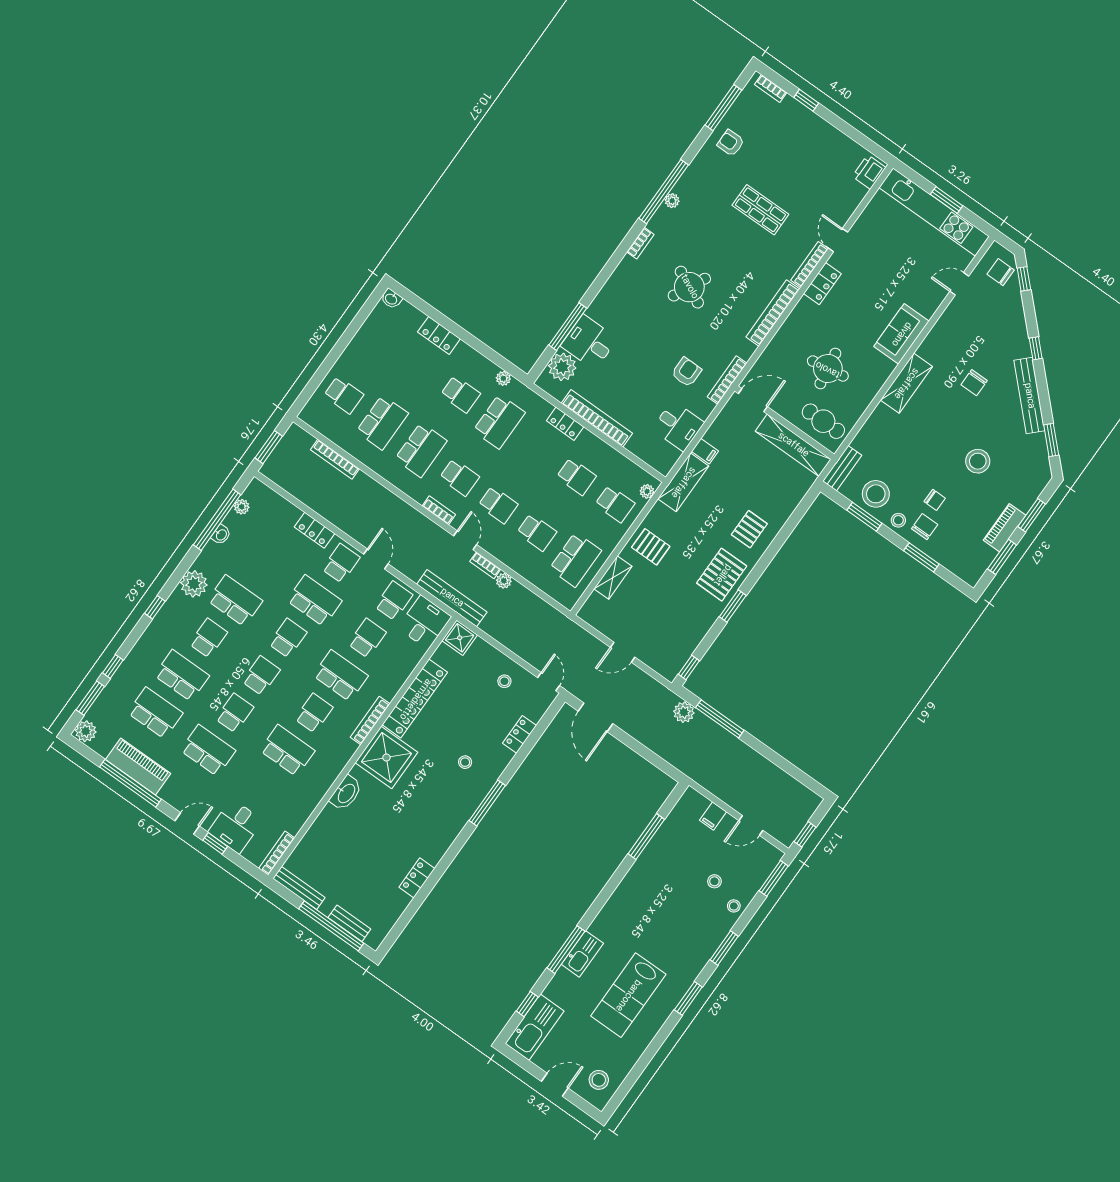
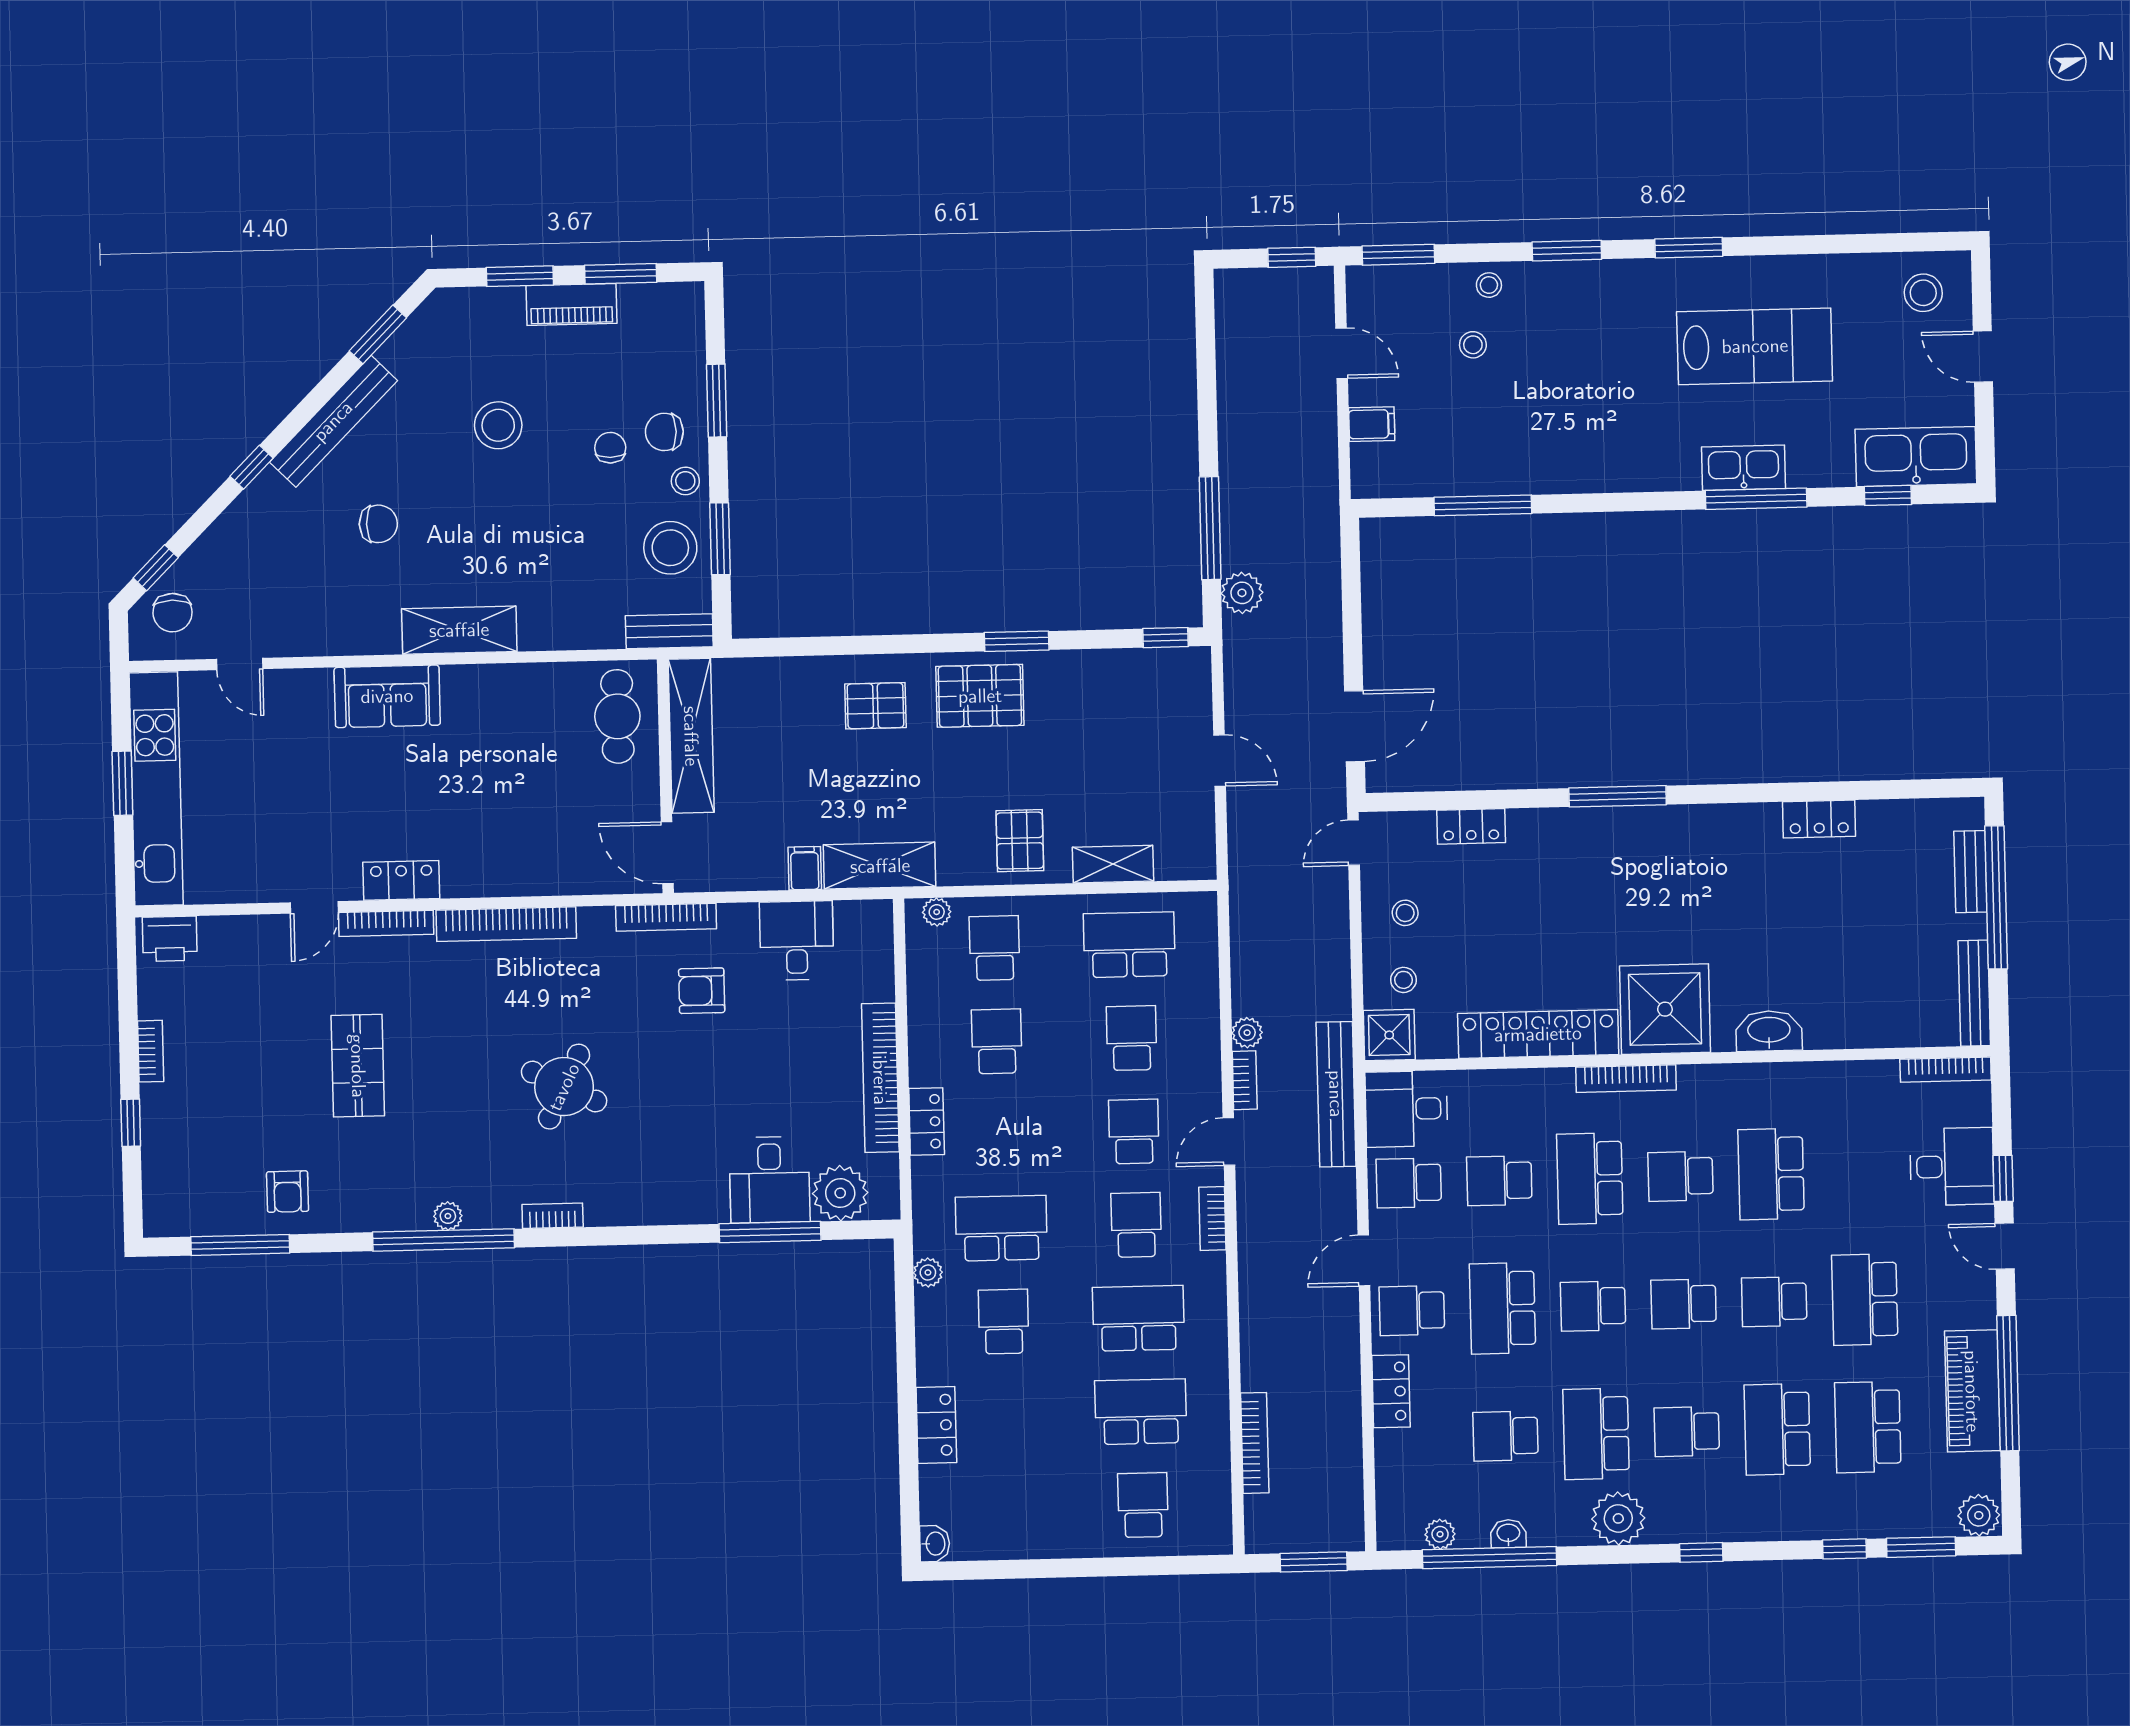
bookcase: (771, 88) -> (151, 1051), moved
round table: (828, 369) -> (529, 772), removed
school desk: (262, 563) -> (1506, 1436), added
stool: (465, 762) -> (1404, 980), moved

